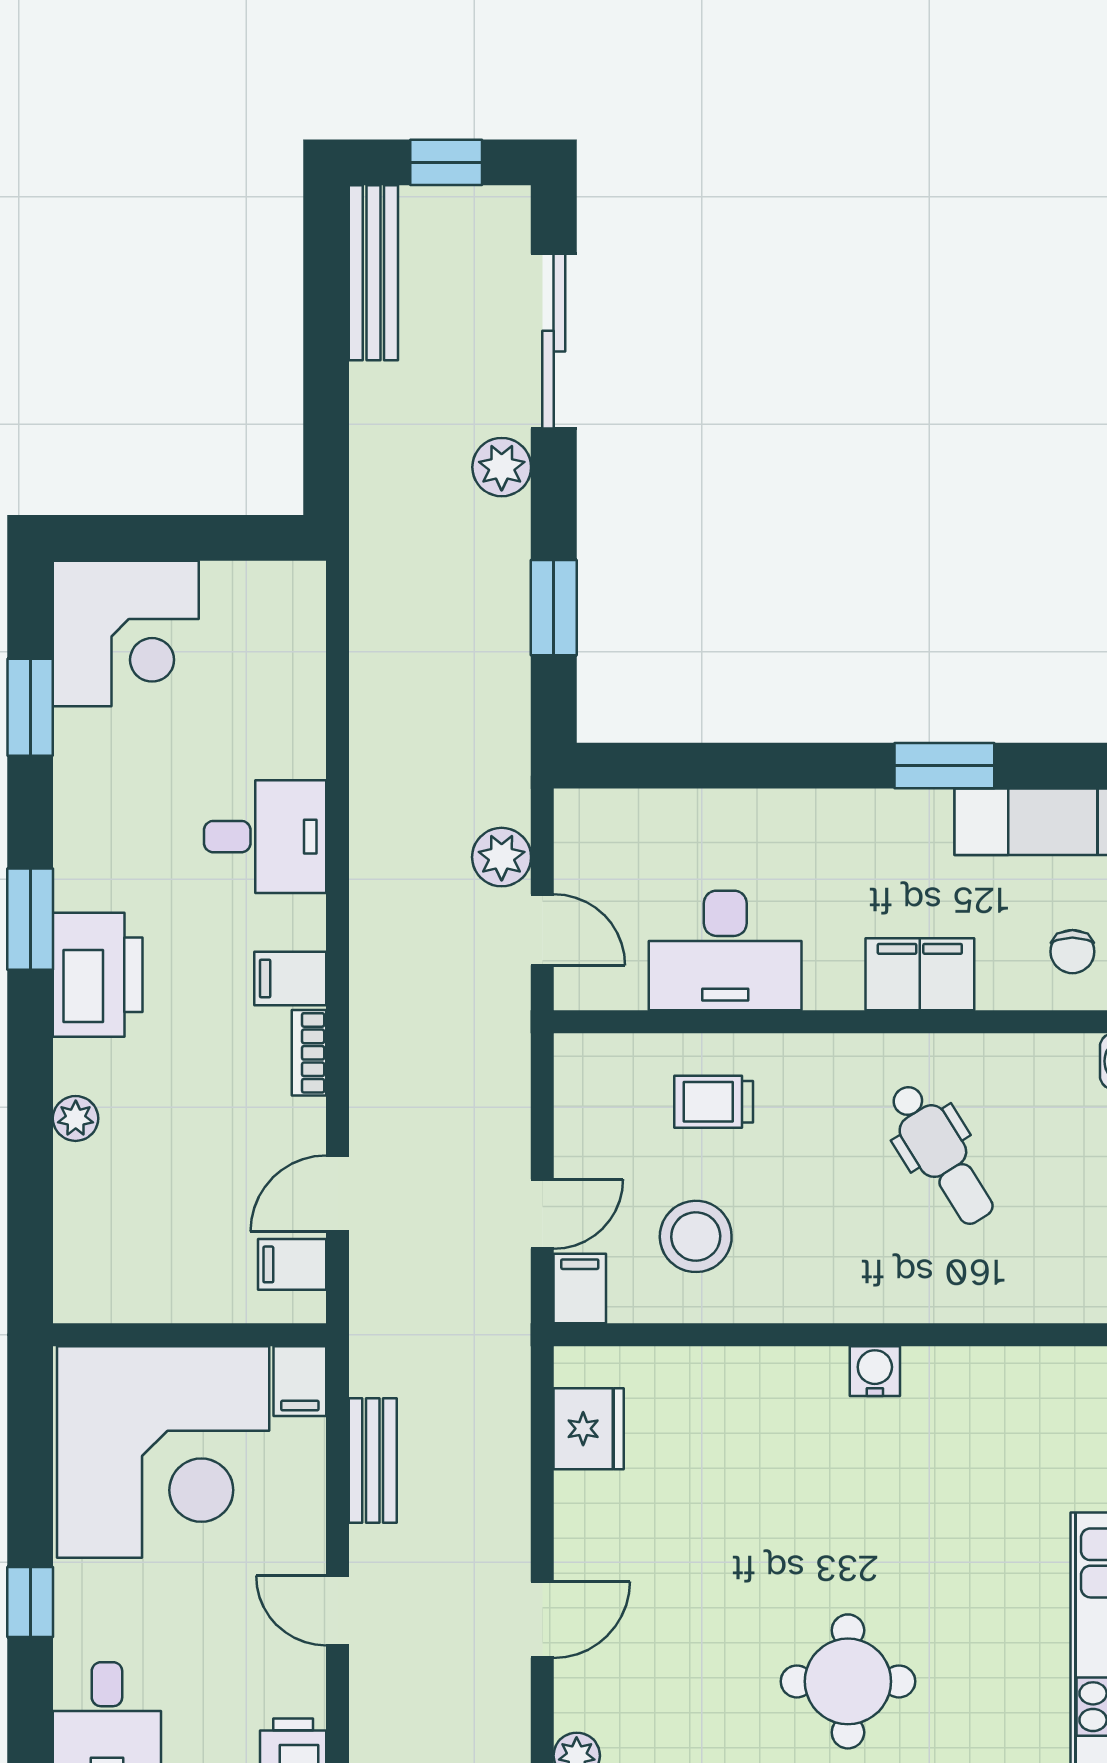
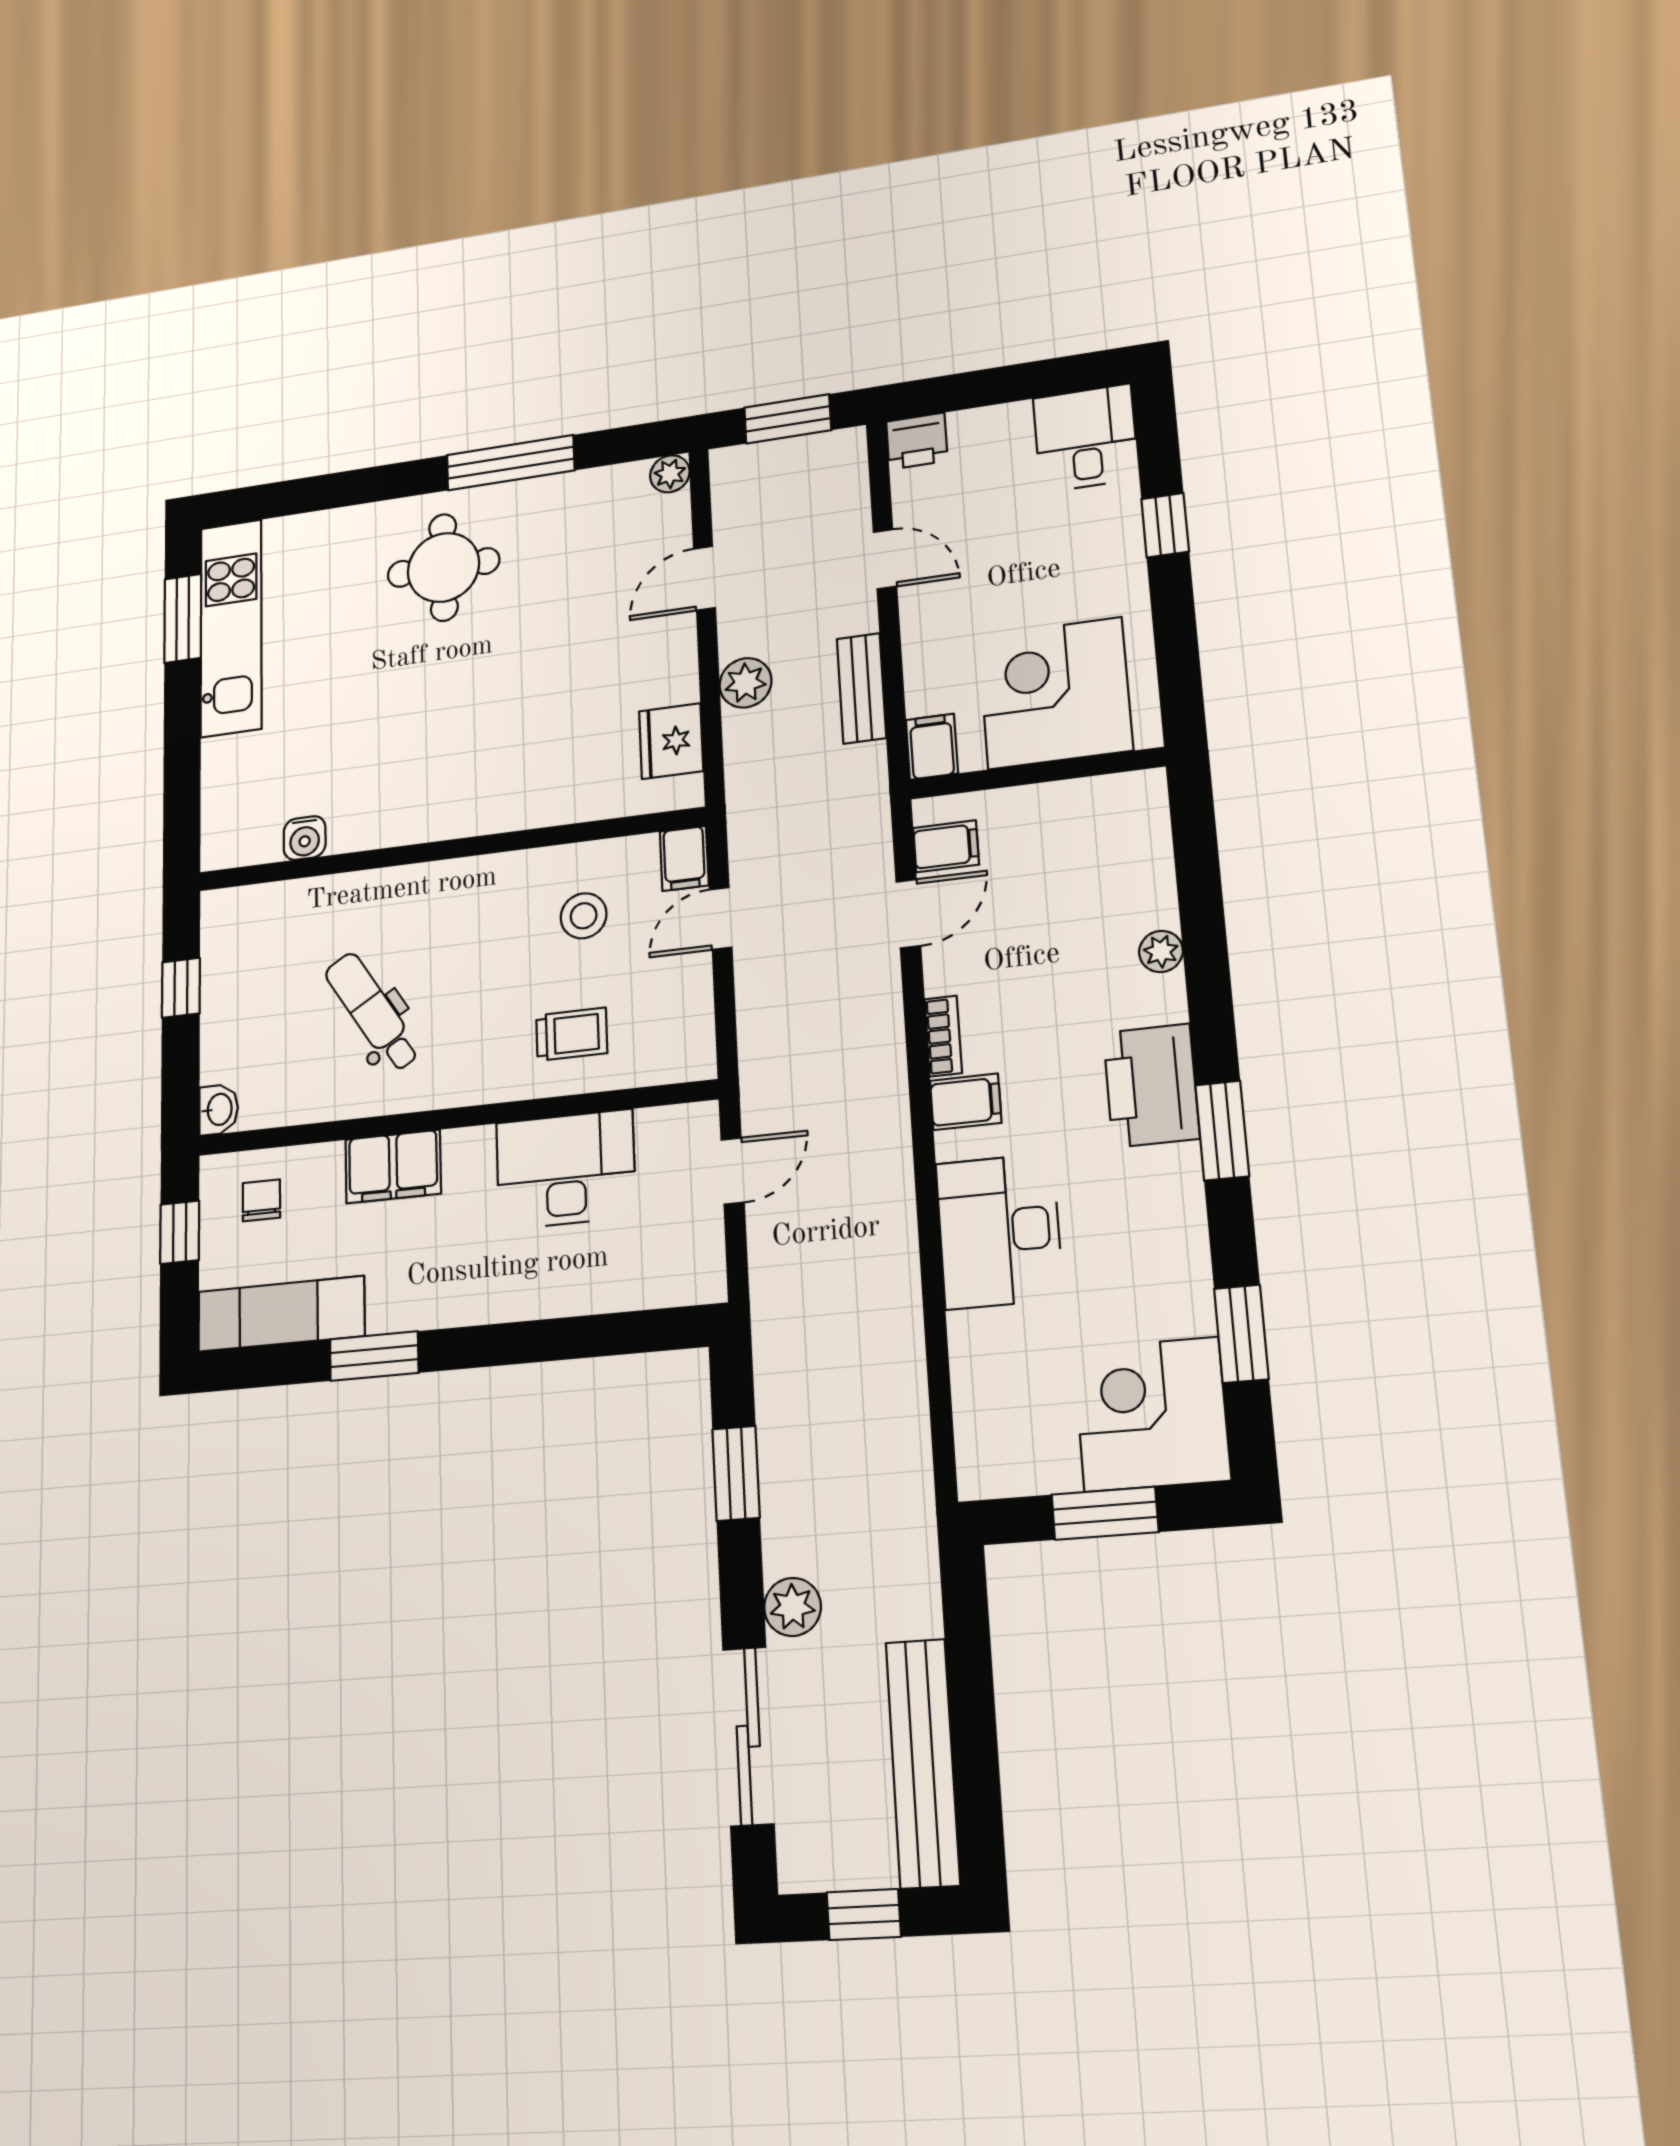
bench: (373, 273) -> (923, 1763), width x1.37, depth x1.21
window: (180, 538) -> (1105, 1513), added
desk: (265, 837) -> (999, 1231), width x1.37
plant: (502, 857) -> (745, 683), moved
door: (542, 930) -> (733, 1171), swing flipped
stool: (696, 1236) -> (584, 916), width x0.73, depth x0.73
water cooler: (875, 1371) -> (305, 838), moved
corner desk: (163, 1452) -> (1055, 693), width x0.74, depth x0.74

